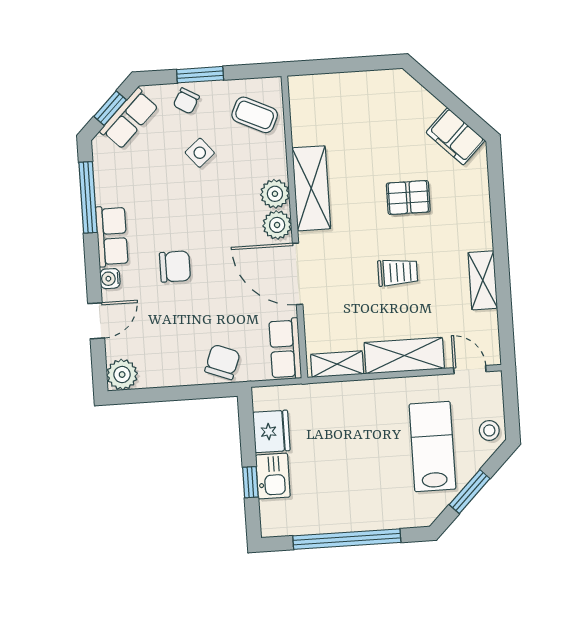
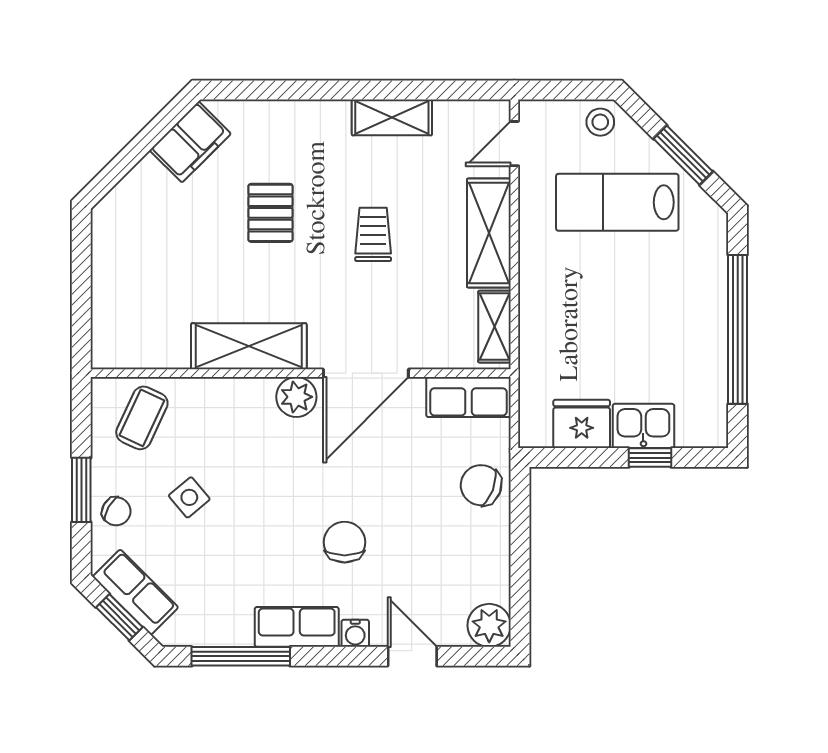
plant: (275, 194) -> (253, 397), removed

